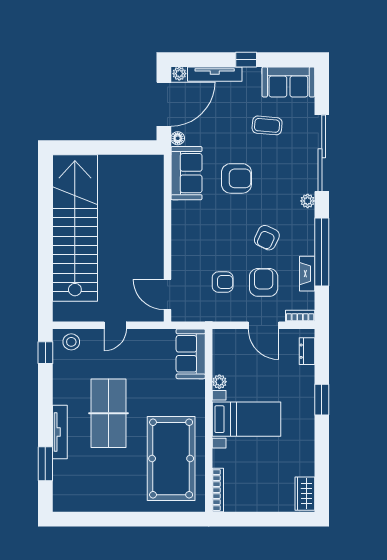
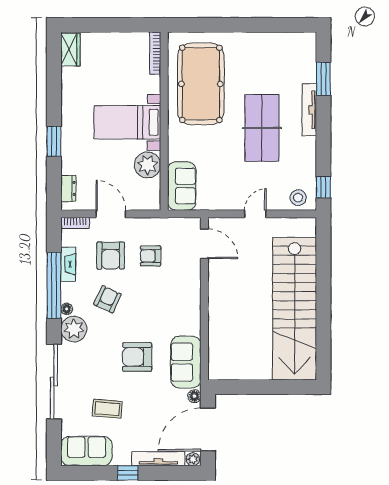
plant: (308, 201) -> (74, 329), width x1.87, depth x1.87
floor lamp: (309, 228) -> (67, 309), added
plant: (219, 382) -> (148, 165), width x1.88, depth x1.88

